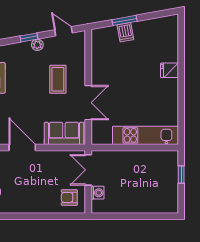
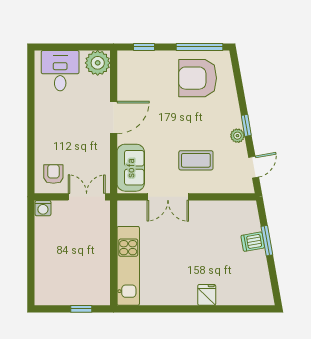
washing machine: (98, 193) -> (43, 208), moved

